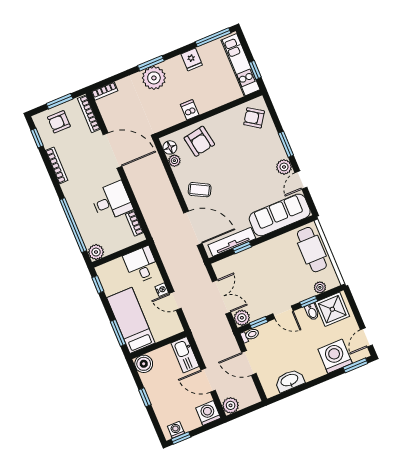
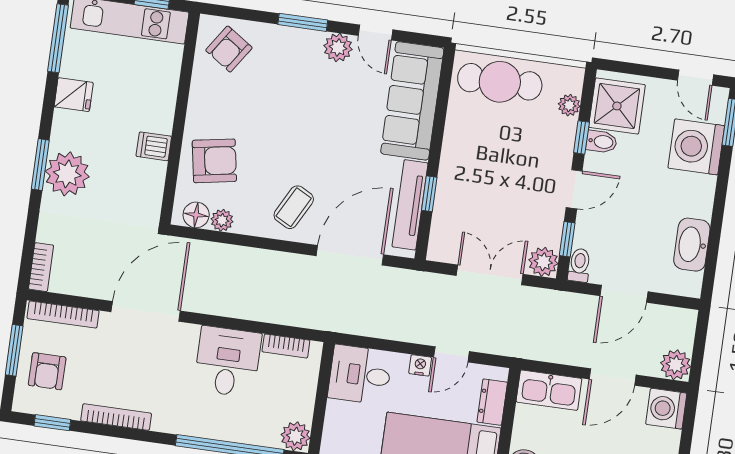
dresser: (164, 332) -> (492, 402), added

